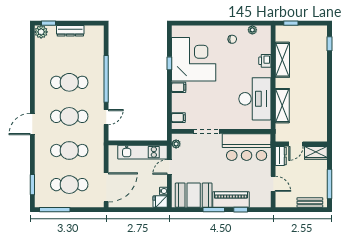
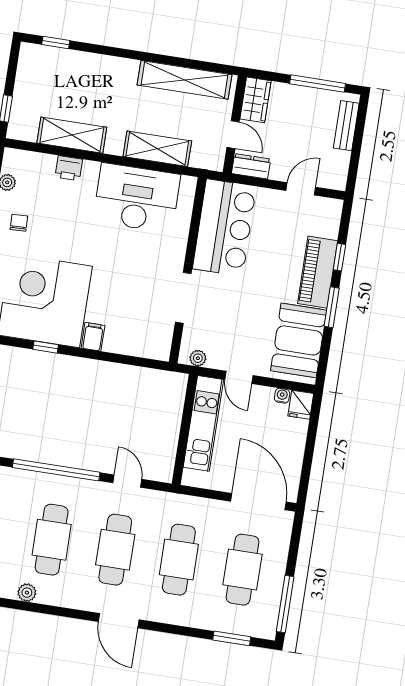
plant: (40, 74) -> (27, 593), added
shelving: (321, 114) -> (184, 80), added
filing cabinet: (178, 118) -> (149, 346), removed

